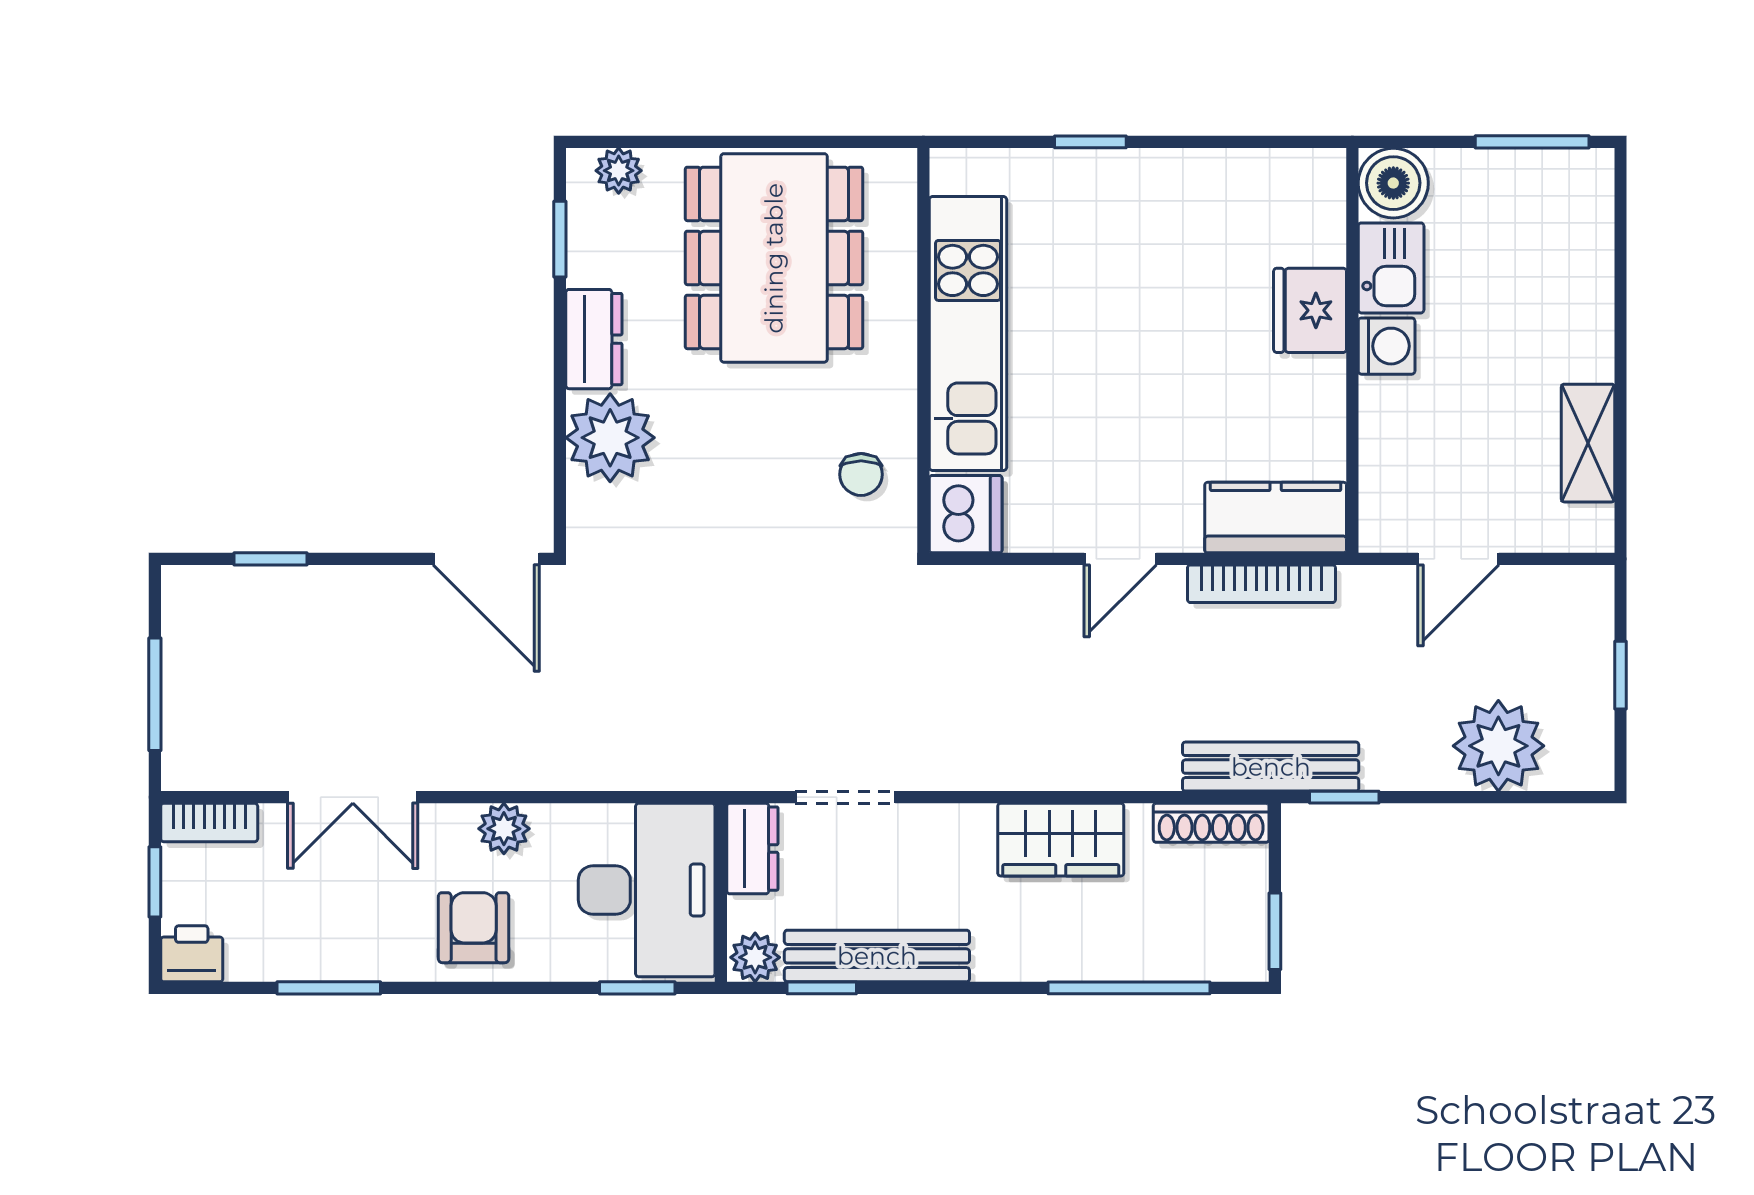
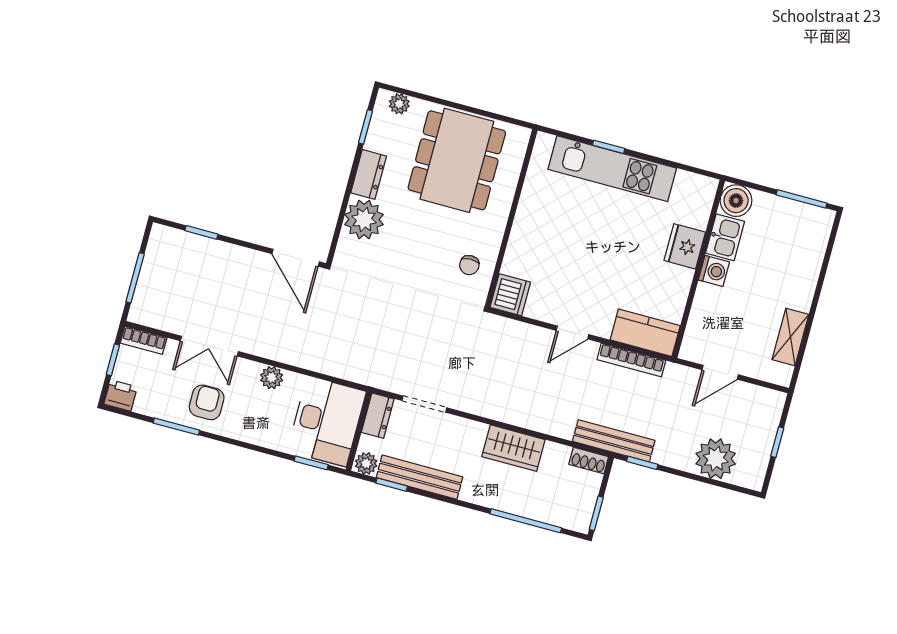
kitchen unit: (968, 334) -> (612, 169), moved, turned 90
shoe rack: (1211, 823) -> (589, 460), width x0.70
armchair: (474, 928) -> (207, 402), moved

